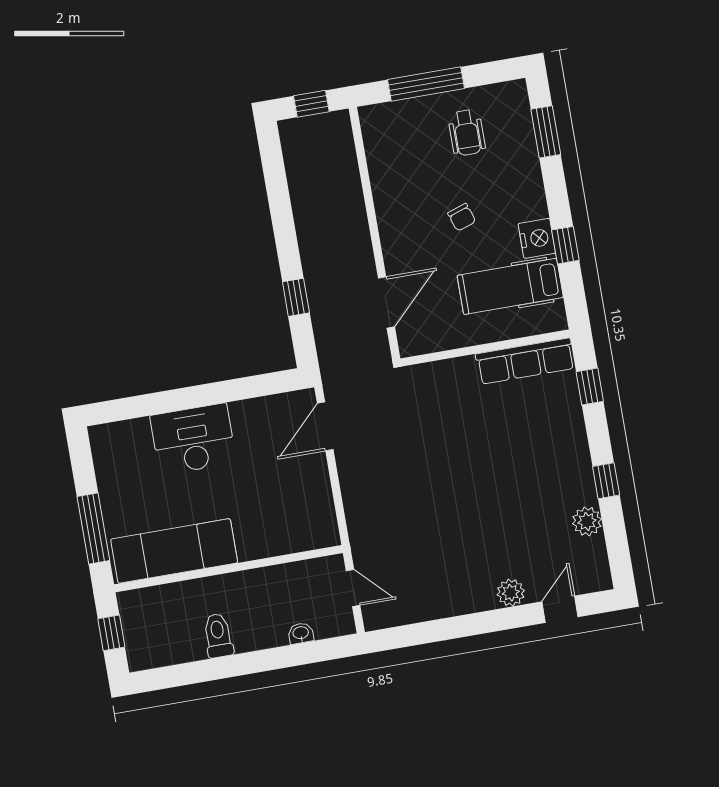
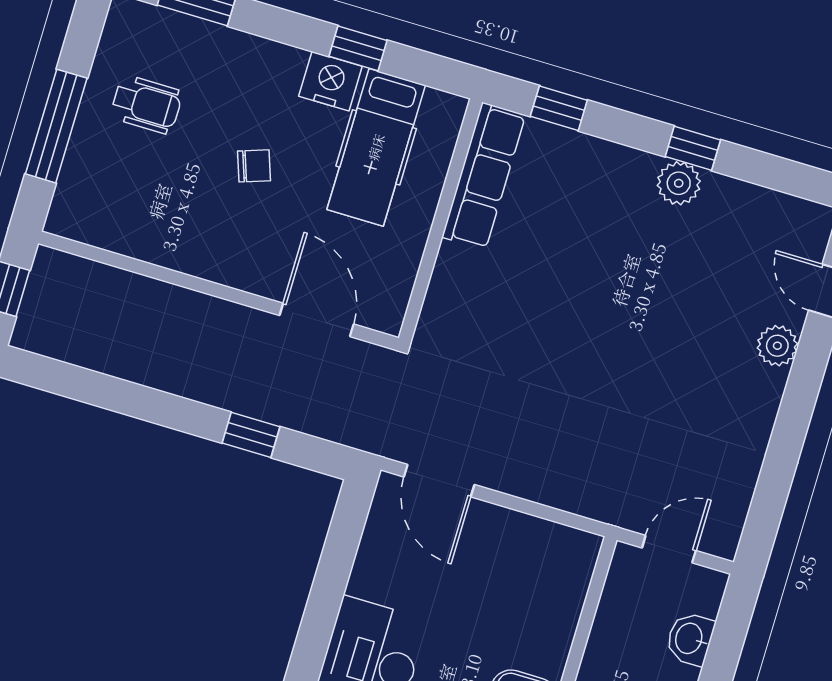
plant: (587, 521) -> (679, 183), moved
washbasin: (301, 633) -> (690, 639), width x1.38, depth x1.45

